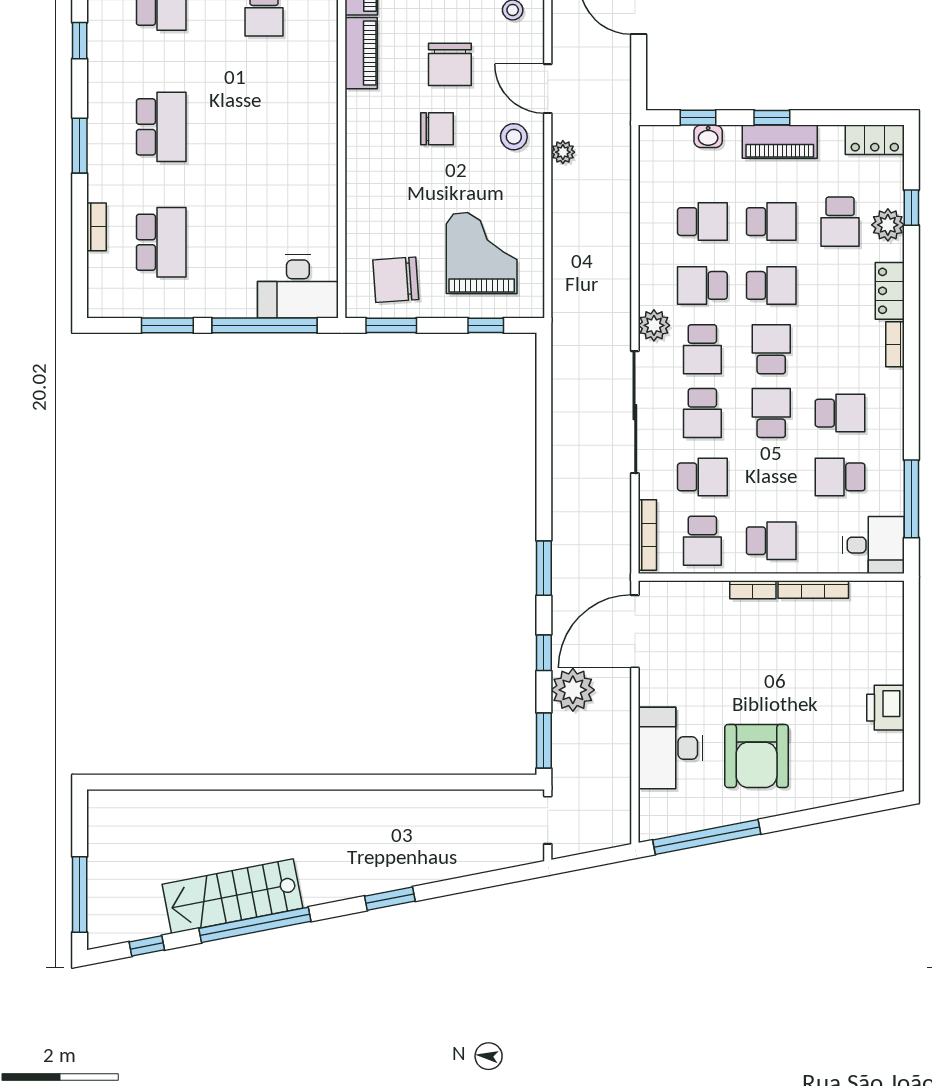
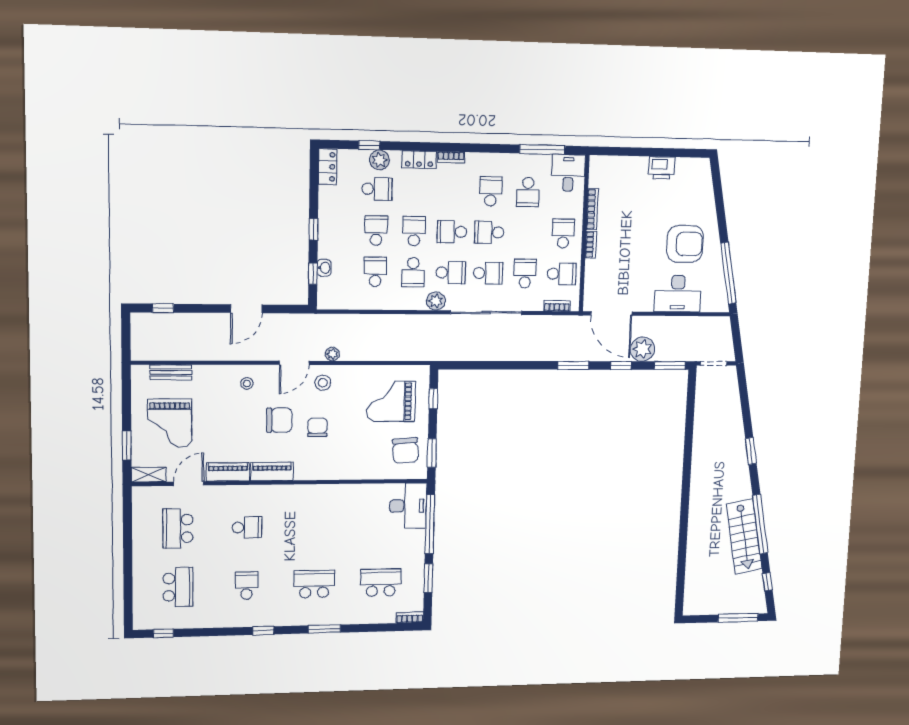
piano: (780, 142) -> (328, 225), removed
bookcase: (97, 227) -> (410, 617), moved
bookcase: (647, 535) -> (557, 306), width x0.64

